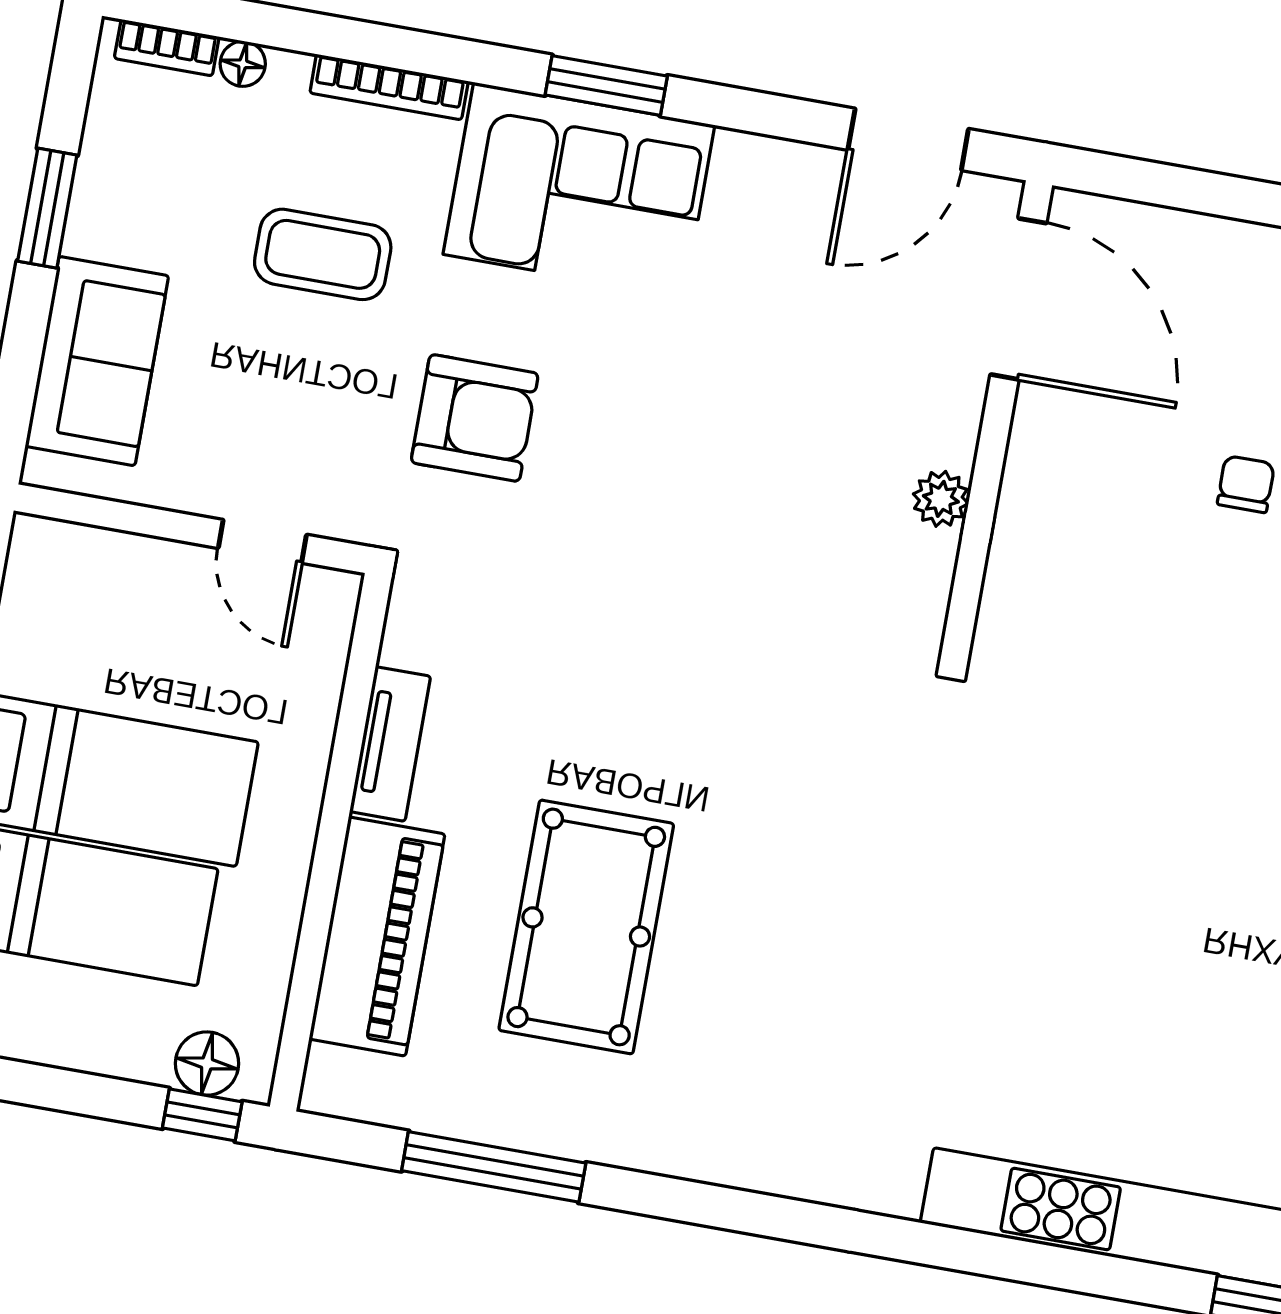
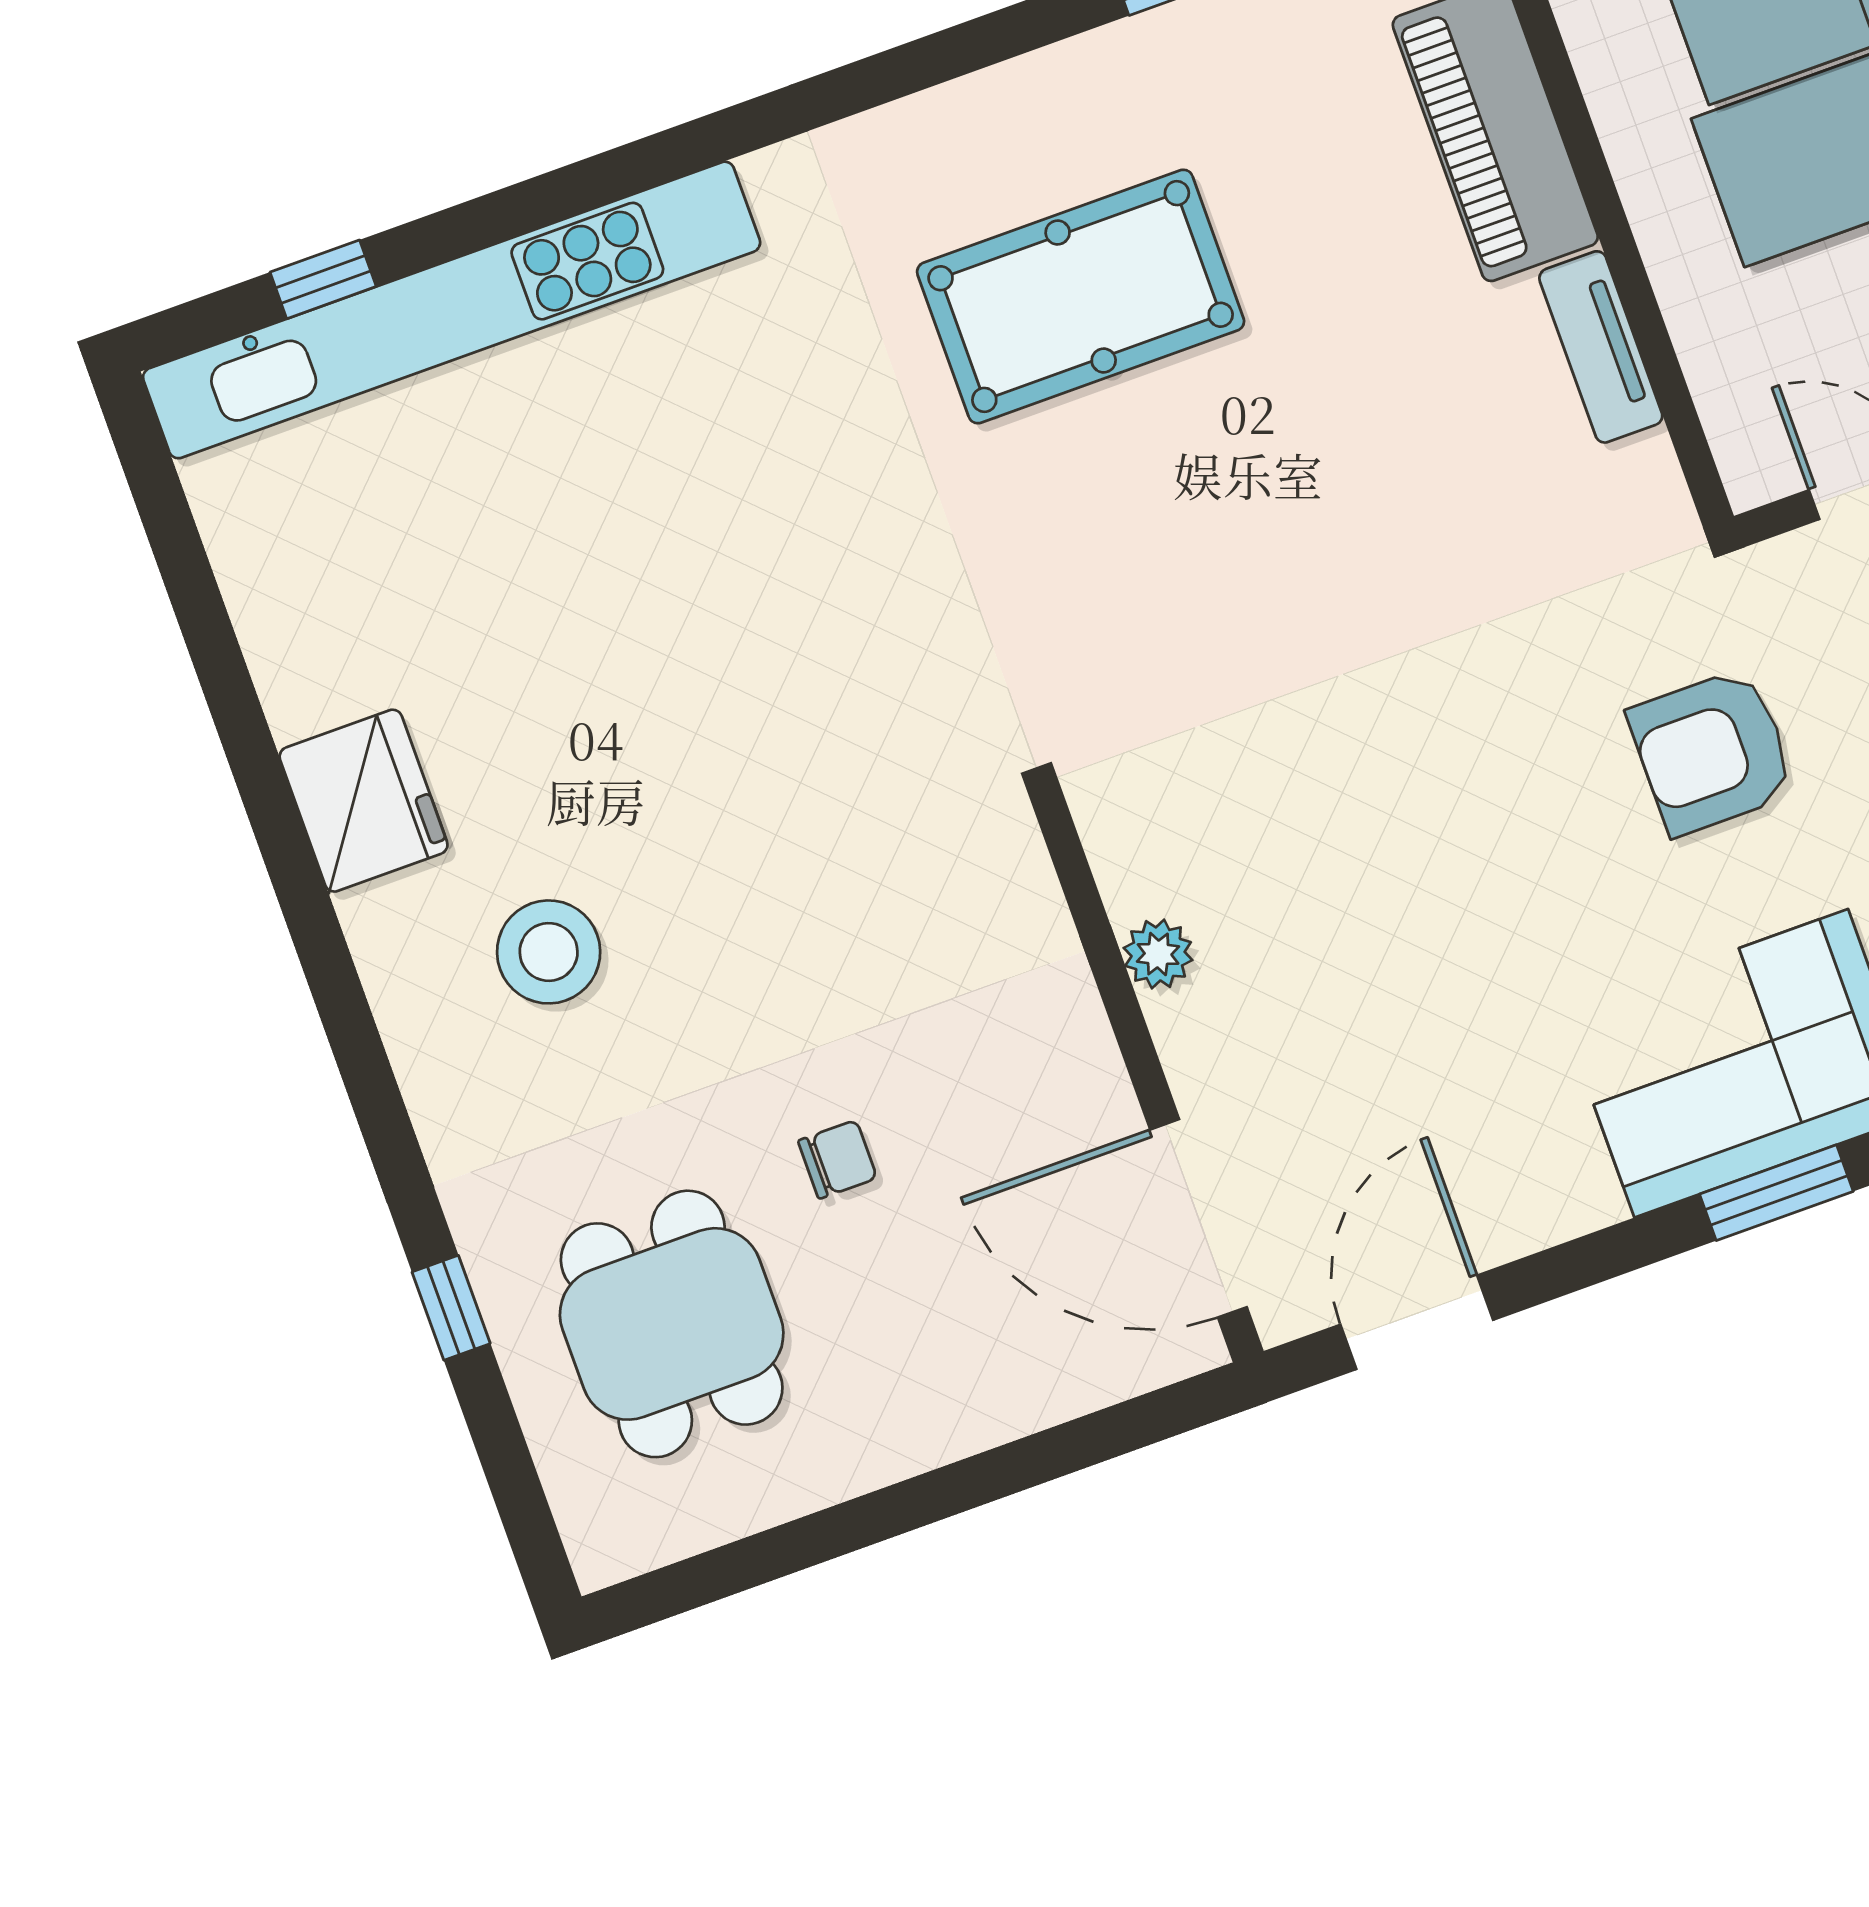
chair: (1246, 484) -> (838, 1159), turned -90
pool table: (586, 927) -> (1081, 297), moved, turned 90

